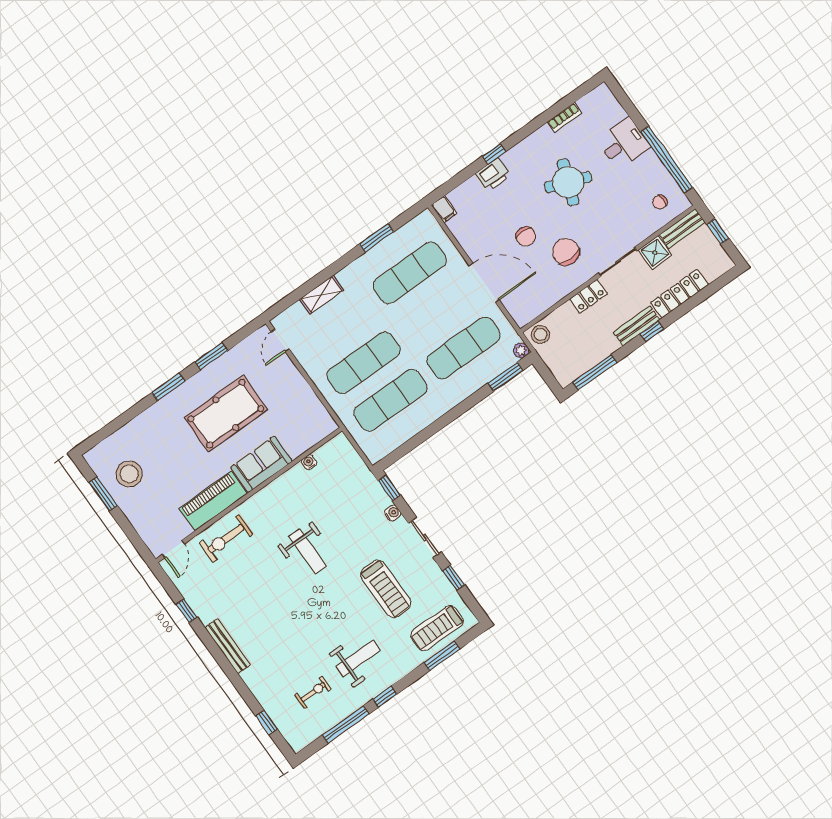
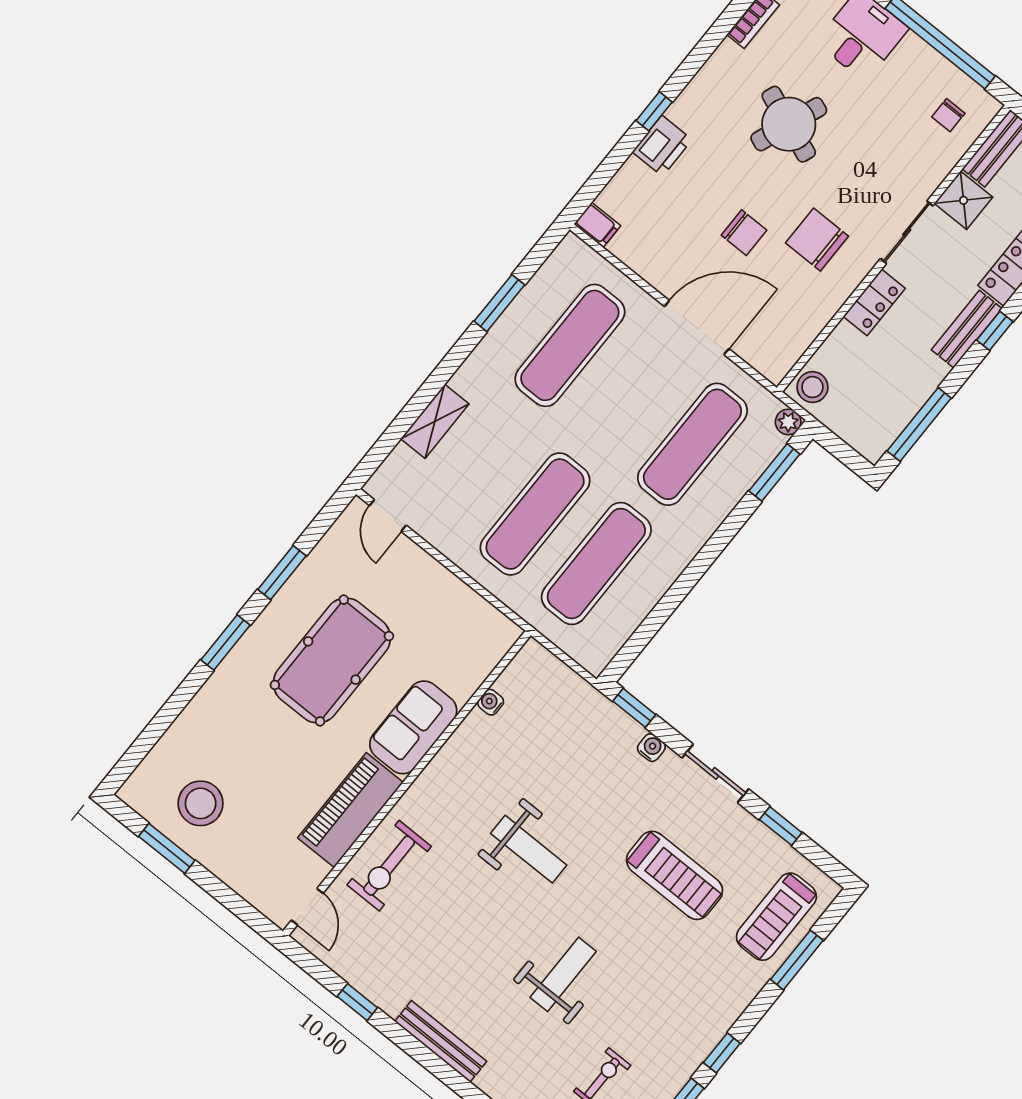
weight bench: (358, 658) -> (563, 974), moved

